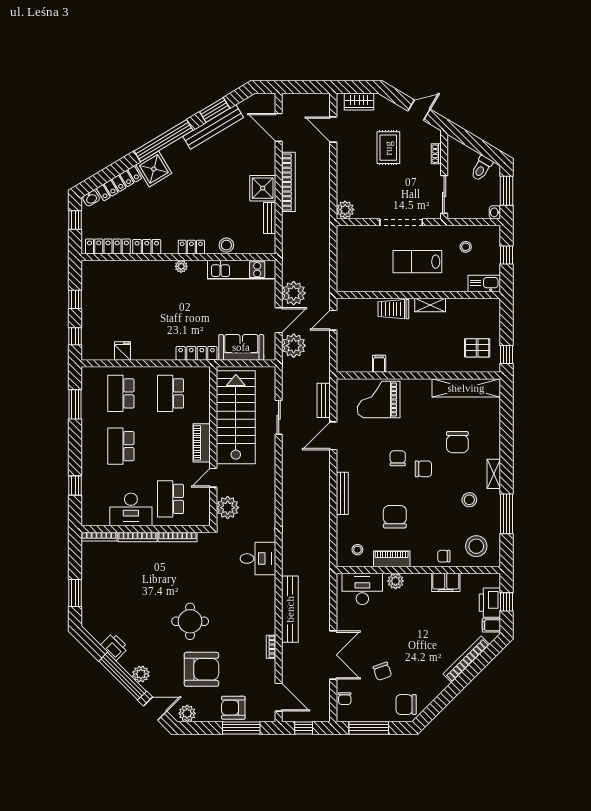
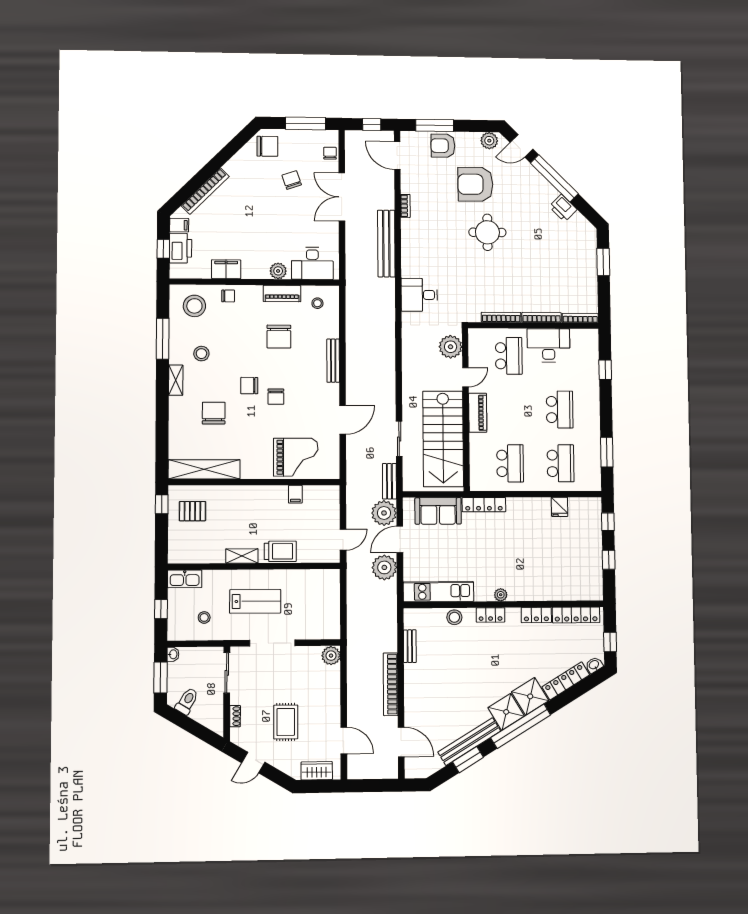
shower: (263, 188) -> (506, 712), moved, turned -31
bench: (324, 400) -> (389, 481), moved
plant: (141, 674) -> (536, 180), removed
armchair: (233, 708) -> (443, 146), turned 180

